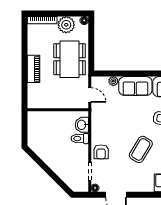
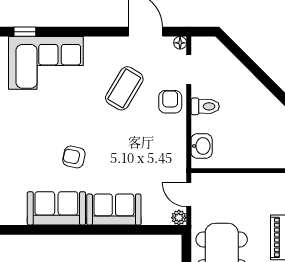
plant: (113, 81) -> (179, 218), moved
toilet: (80, 139) -> (205, 106), moved
coffee table: (141, 149) -> (124, 88), moved

